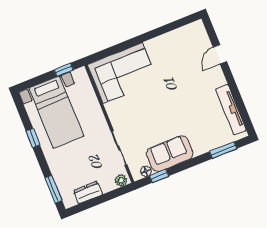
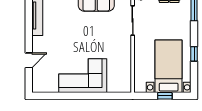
window: (64, 70) -> (165, 96), moved
corner sofa: (123, 73) -> (83, 76), moved

